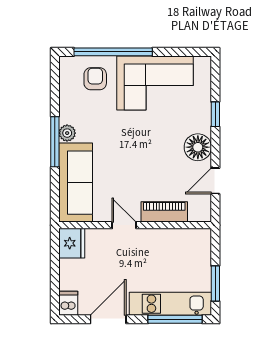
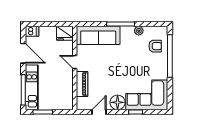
corner sofa: (155, 83) -> (147, 95), moved, turned 90
plant: (67, 133) -> (139, 31), moved
door: (215, 181) -> (99, 112), hinge flipped
door: (124, 225) -> (75, 62), swing flipped

